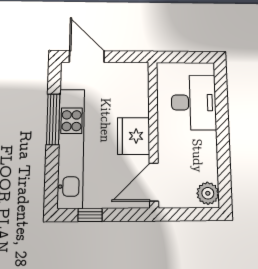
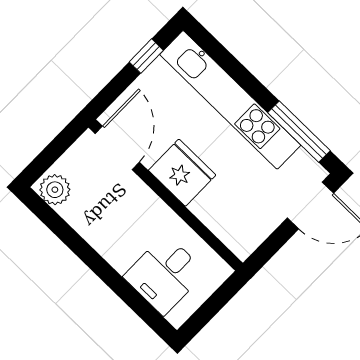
desk: (194, 103) -> (165, 275), width x0.73
window: (53, 119) -> (299, 132), moved

